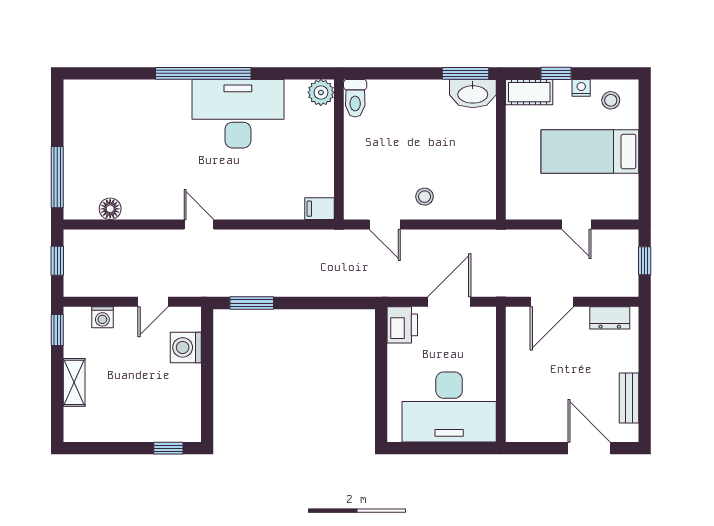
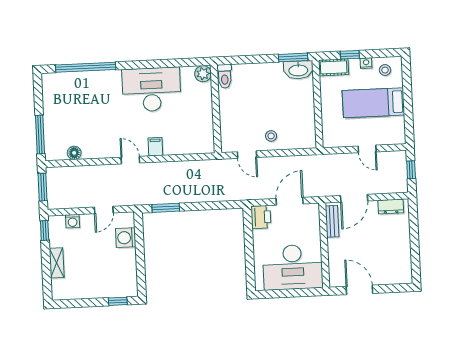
window: (203, 73) -> (86, 67), moved
filing cabinet: (319, 209) -> (155, 147), moved, turned 90
window: (57, 261) -> (43, 187), width x1.50
bench: (629, 398) -> (332, 221), moved
door: (589, 448) -> (359, 290), moved

